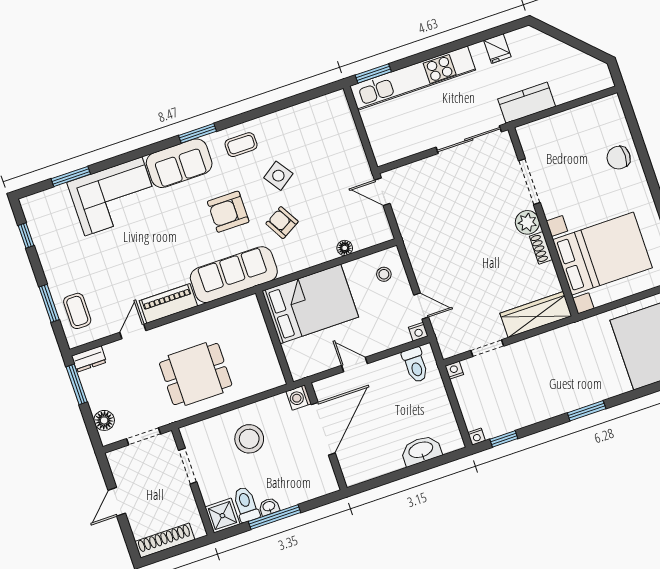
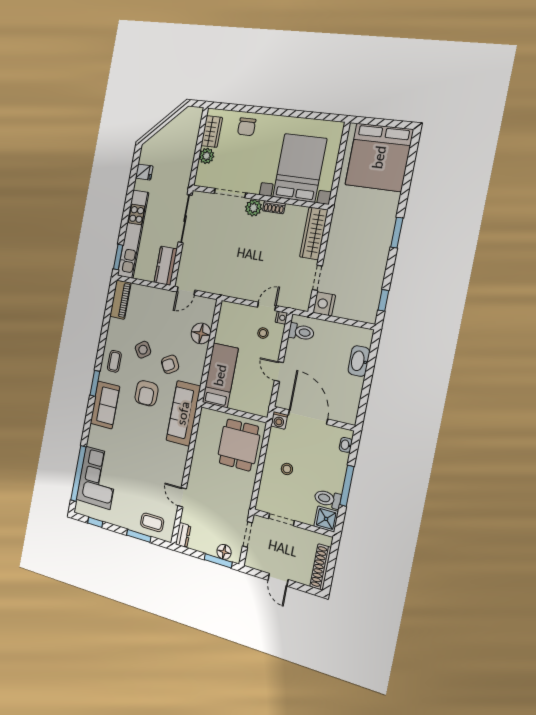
kitchen counter: (527, 103) -> (166, 266), moved
wardrobe: (591, 114) -> (212, 132), added
plant: (559, 124) -> (206, 156), added
window: (71, 176) -> (78, 473), width x2.11
corner sofa: (113, 196) -> (98, 478), moved
floor lamp: (345, 248) -> (201, 333), width x1.89, depth x1.89
stool: (384, 274) -> (263, 333), moved
piano: (168, 303) -> (120, 300), moved, turned 180
bed: (310, 304) -> (220, 375), width x0.67
door: (355, 365) -> (279, 372), hinge flipped
nightstand: (454, 370) -> (324, 304), width x1.89, depth x1.79
dining table: (196, 374) -> (239, 445), moved
window: (77, 384) -> (218, 561), moved
nightstand: (476, 437) -> (371, 318), removed
stool: (249, 439) -> (287, 469), width x0.53, depth x0.53
washbasin: (269, 507) -> (346, 445), moved

